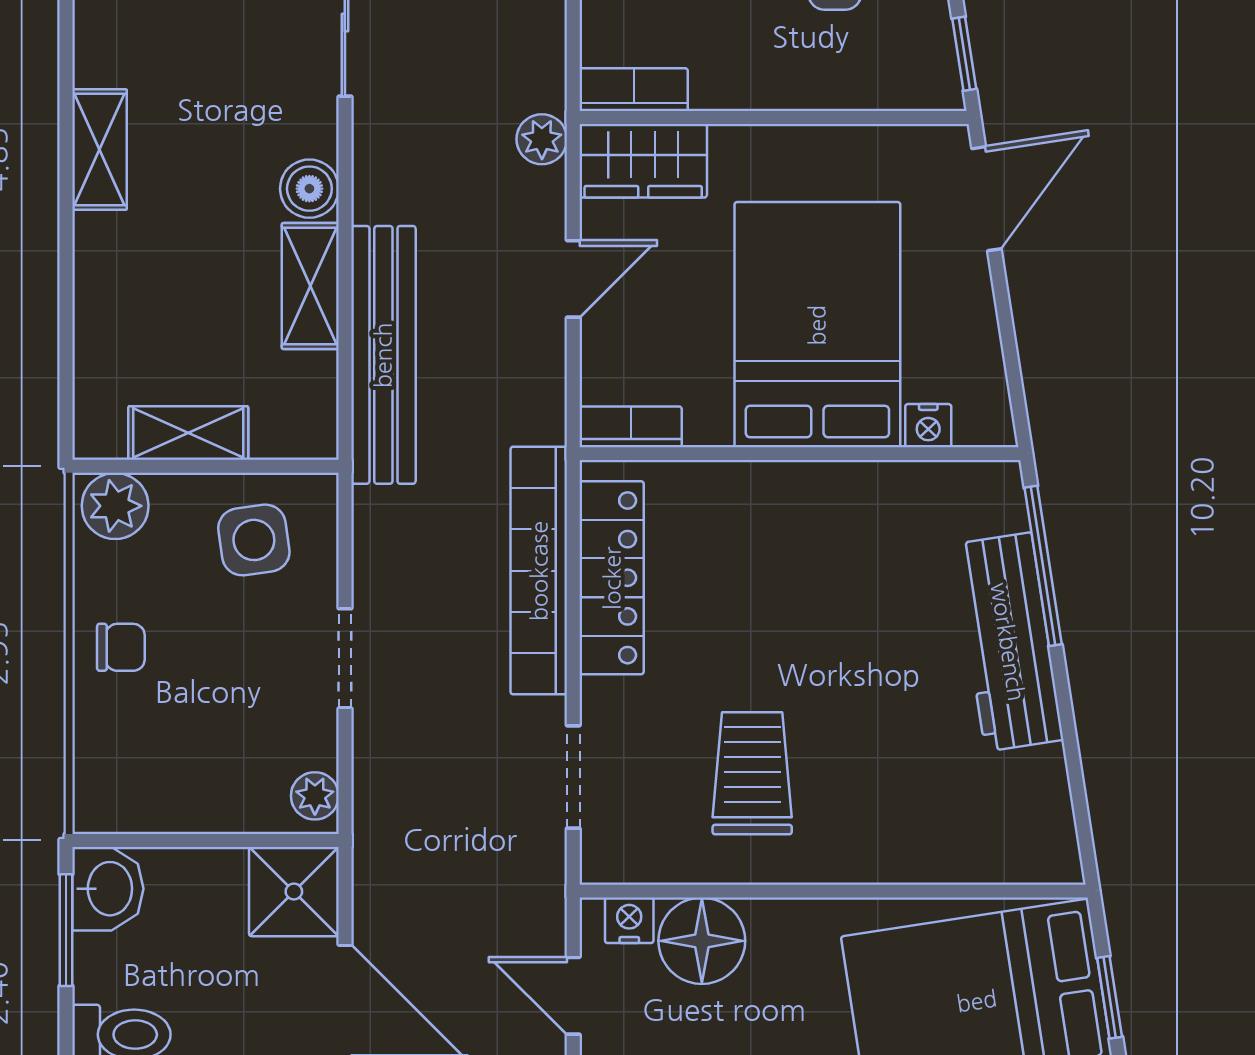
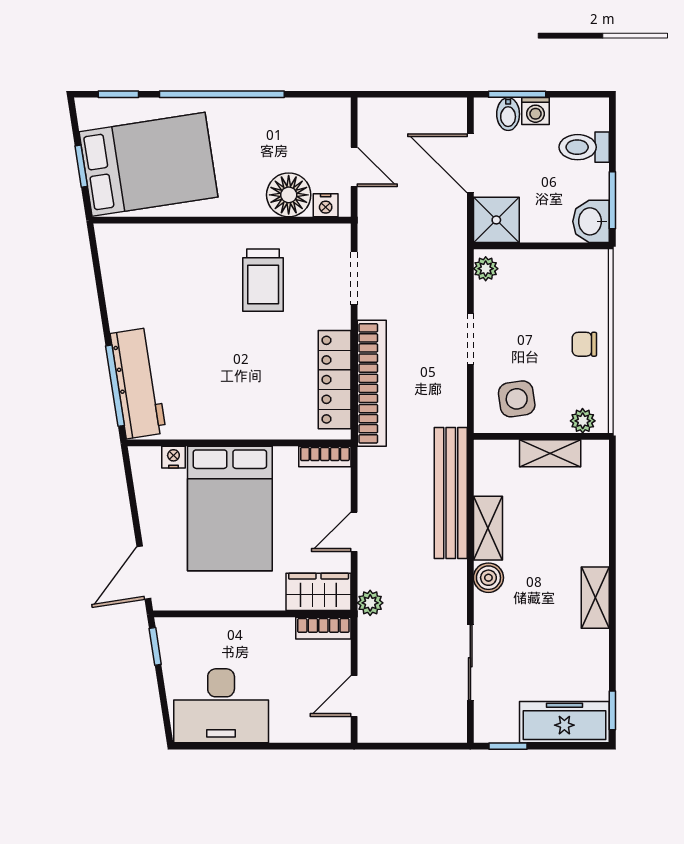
plant: (115, 506) -> (583, 421), width x0.73, depth x0.73
workbench: (1008, 642) -> (138, 383), moved

